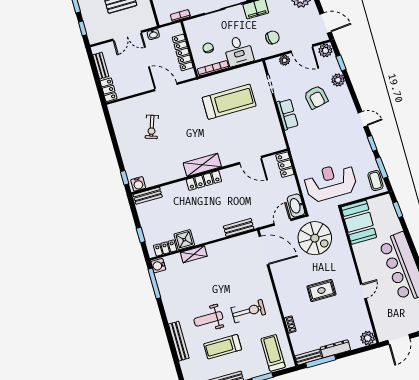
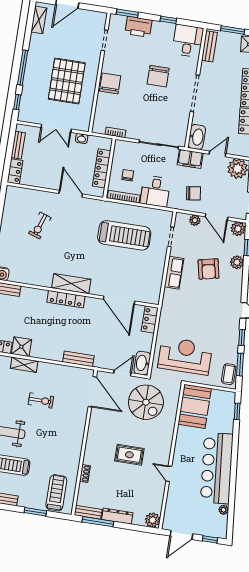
door: (250, 160) -> (119, 300), width x1.36
door: (363, 291) -> (169, 474), swing flipped
exercise bike: (248, 311) -> (41, 400), moved, width x0.73, depth x0.72

